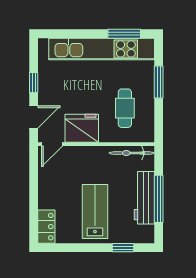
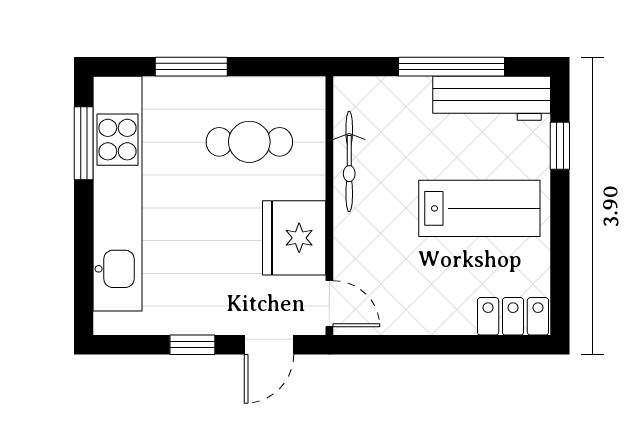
door: (34, 117) -> (269, 345), swing flipped
bicycle: (132, 153) -> (349, 162), moved
workbench: (144, 198) -> (492, 98), moved
lab bench: (95, 211) -> (479, 208), turned 180

